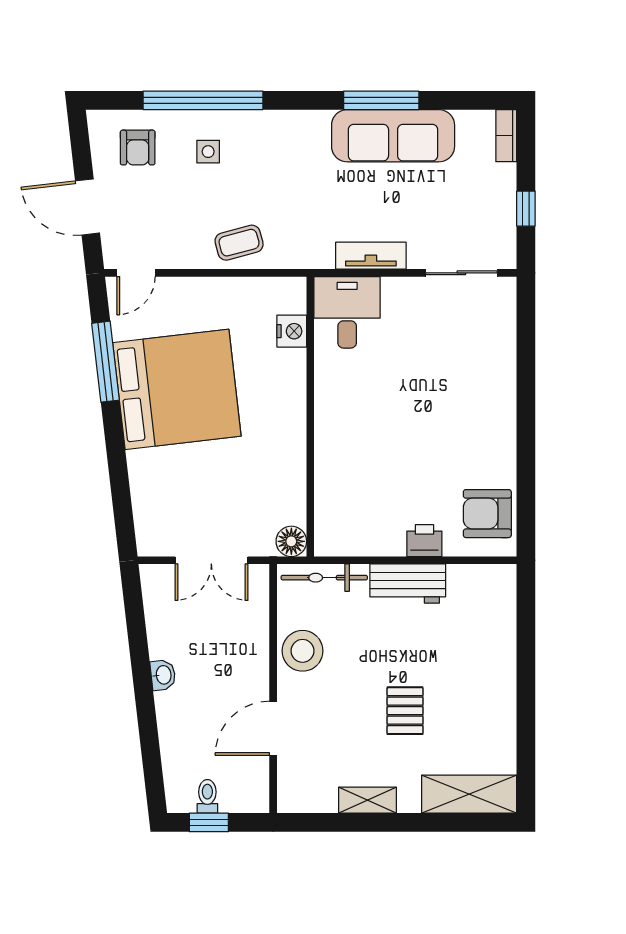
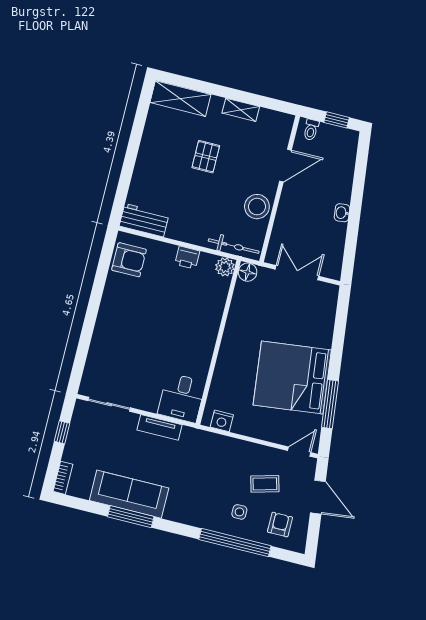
coffee table: (239, 243) -> (265, 484), moved
nightstand: (292, 331) -> (222, 421), moved, turned -90
plant: (330, 541) -> (225, 267), added
printer: (424, 541) -> (187, 258), moved
workbench: (408, 584) -> (144, 220), moved
toilet: (207, 796) -> (311, 130), moved

